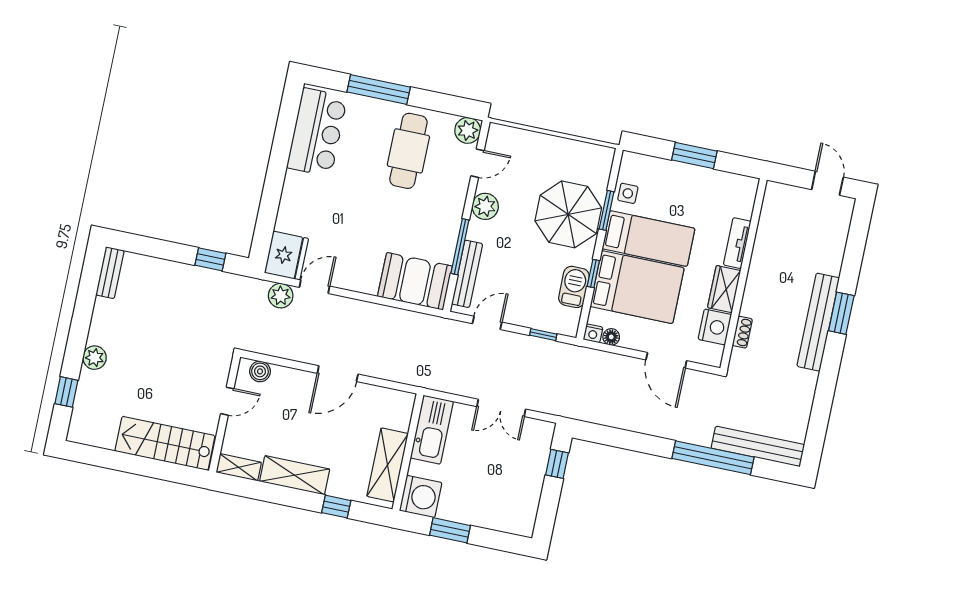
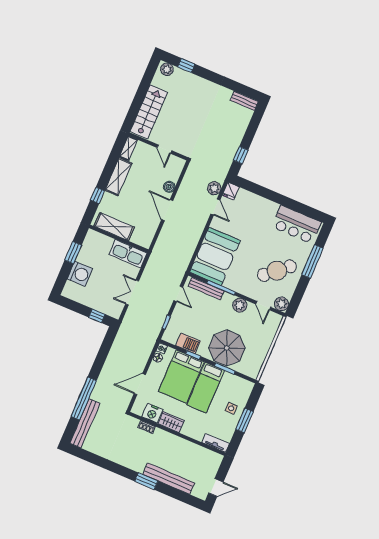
cafe table: (408, 151) -> (277, 271), turned -41
side table: (628, 193) -> (231, 408), moved
tv unit: (737, 243) -> (216, 443), moved
fridge: (286, 256) -> (231, 191), width x0.53, depth x0.75
booth: (415, 281) -> (215, 256), width x1.36, depth x1.42
bench: (818, 322) -> (169, 479), moved
plant: (95, 358) -> (167, 69), moved
boiler: (260, 371) -> (169, 187), moved
washing machine: (421, 497) -> (80, 274), moved, turned -90

